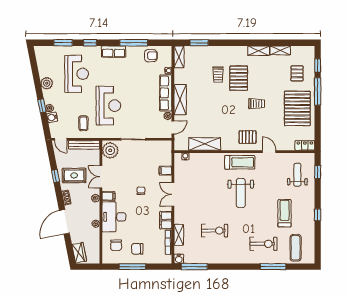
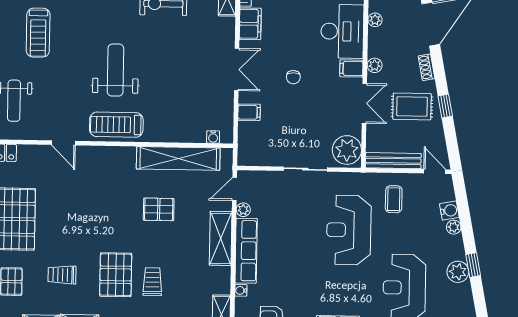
trolley: (257, 104) -> (62, 275), moved
window: (42, 106) -> (473, 265), moved
pallet: (248, 137) -> (159, 209), moved
shelving: (205, 144) -> (178, 158), width x1.47

